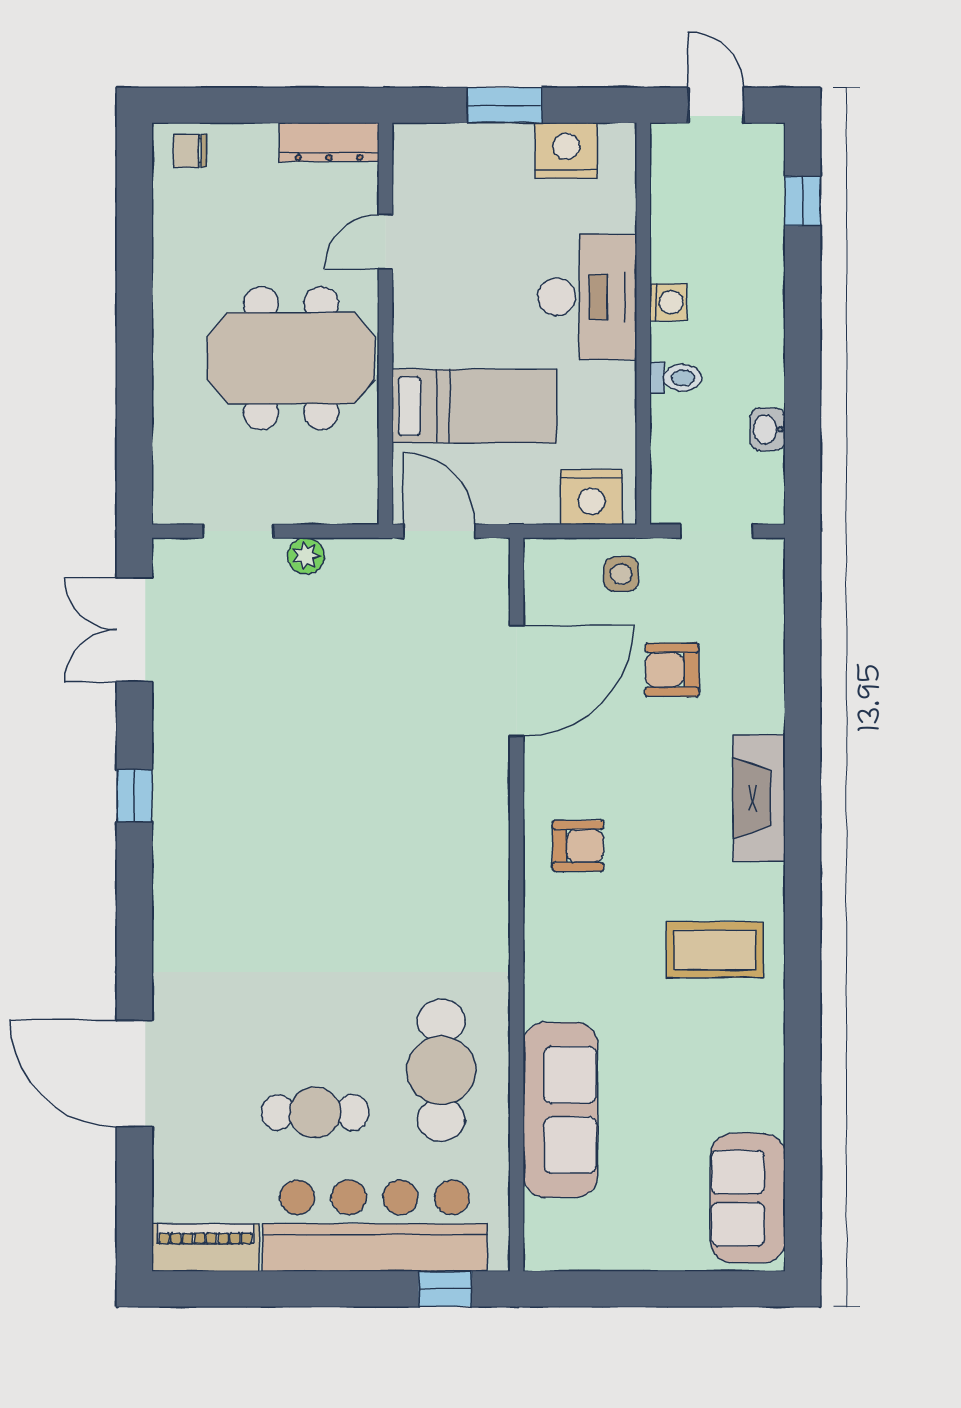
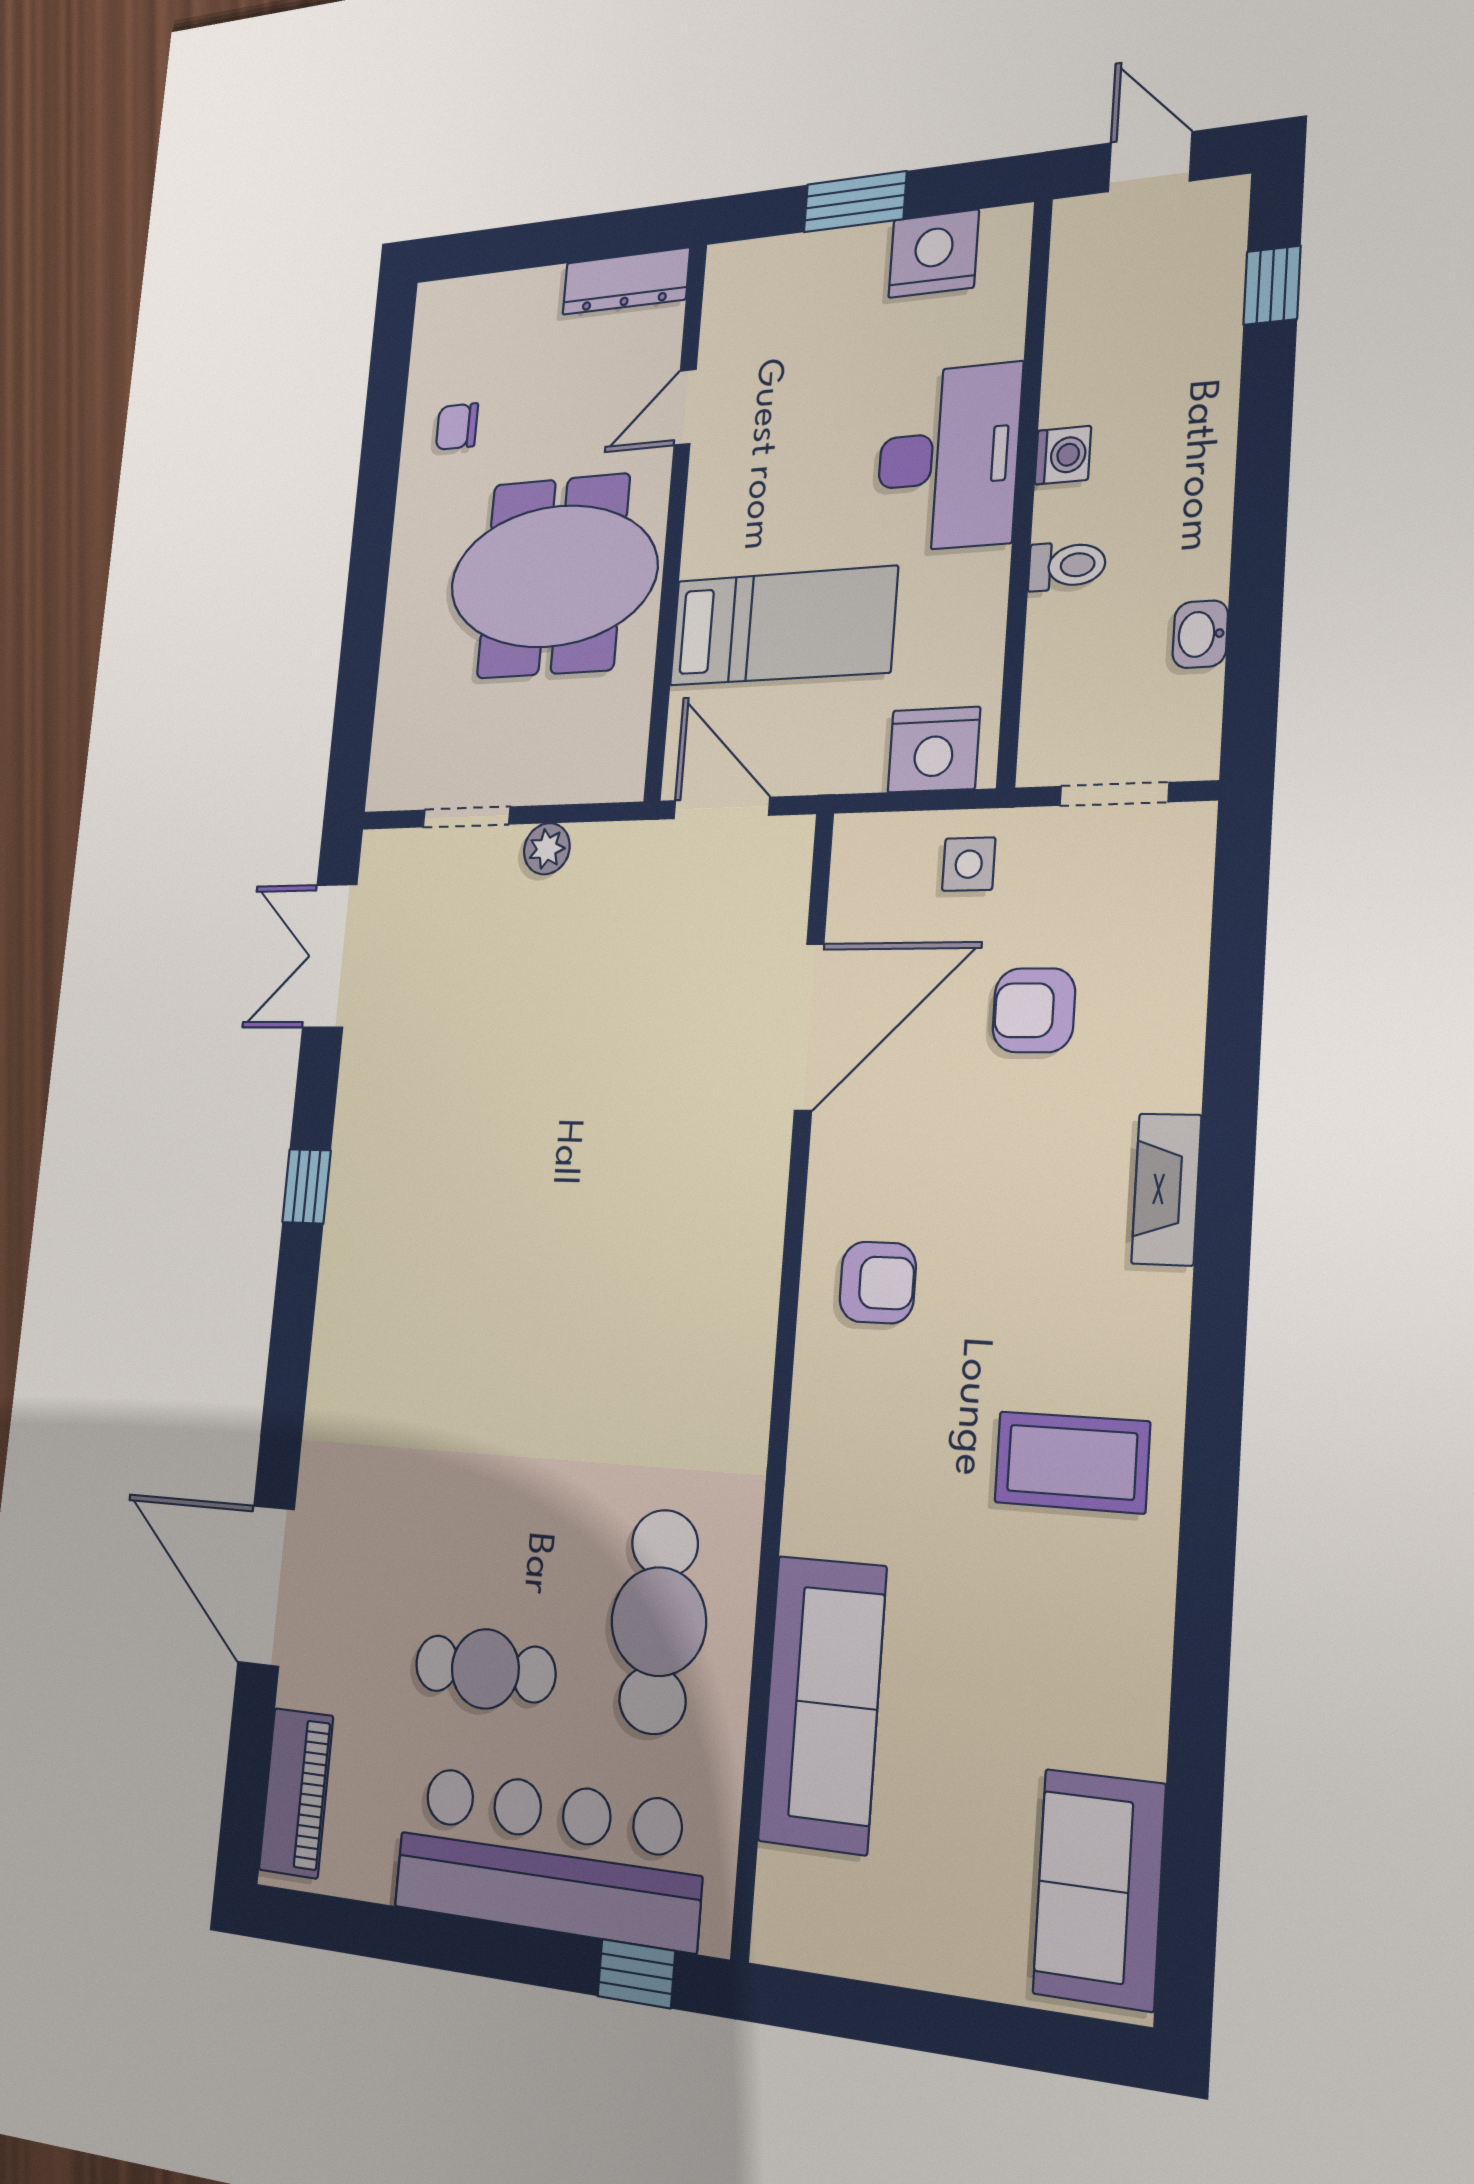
chair: (190, 151) -> (457, 427), moved
fireplace: (759, 798) -> (1166, 1189), width x0.73, depth x0.76
piano: (205, 1247) -> (296, 1793), moved, turned 90

